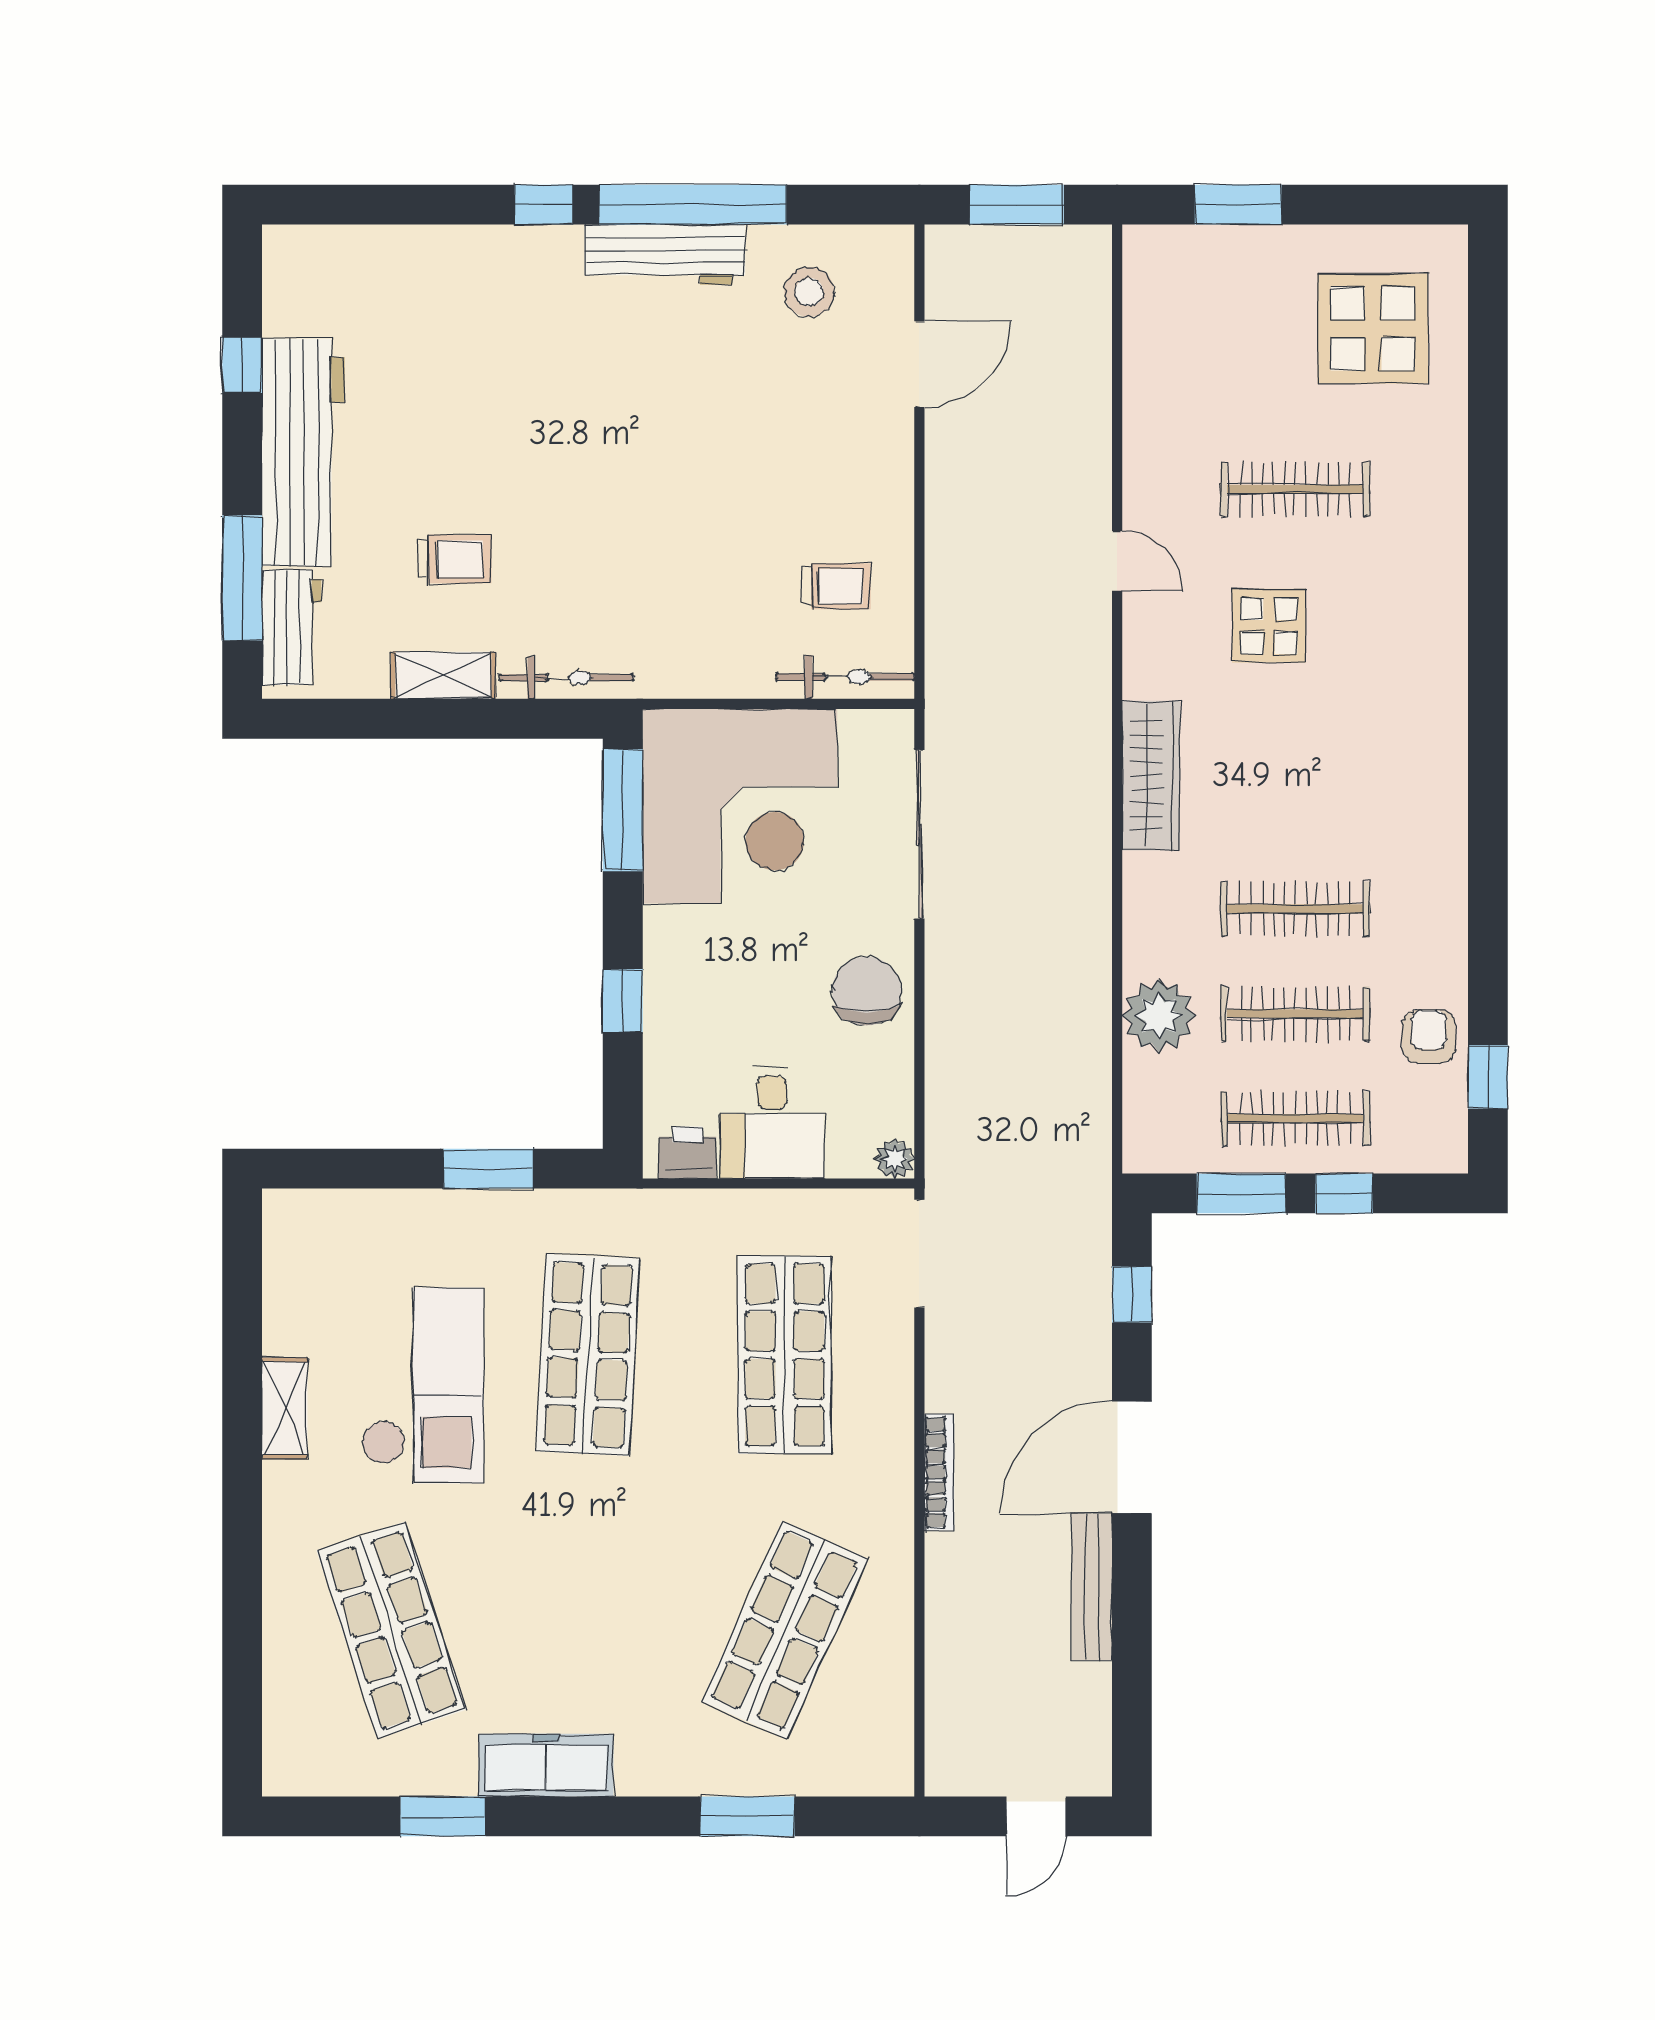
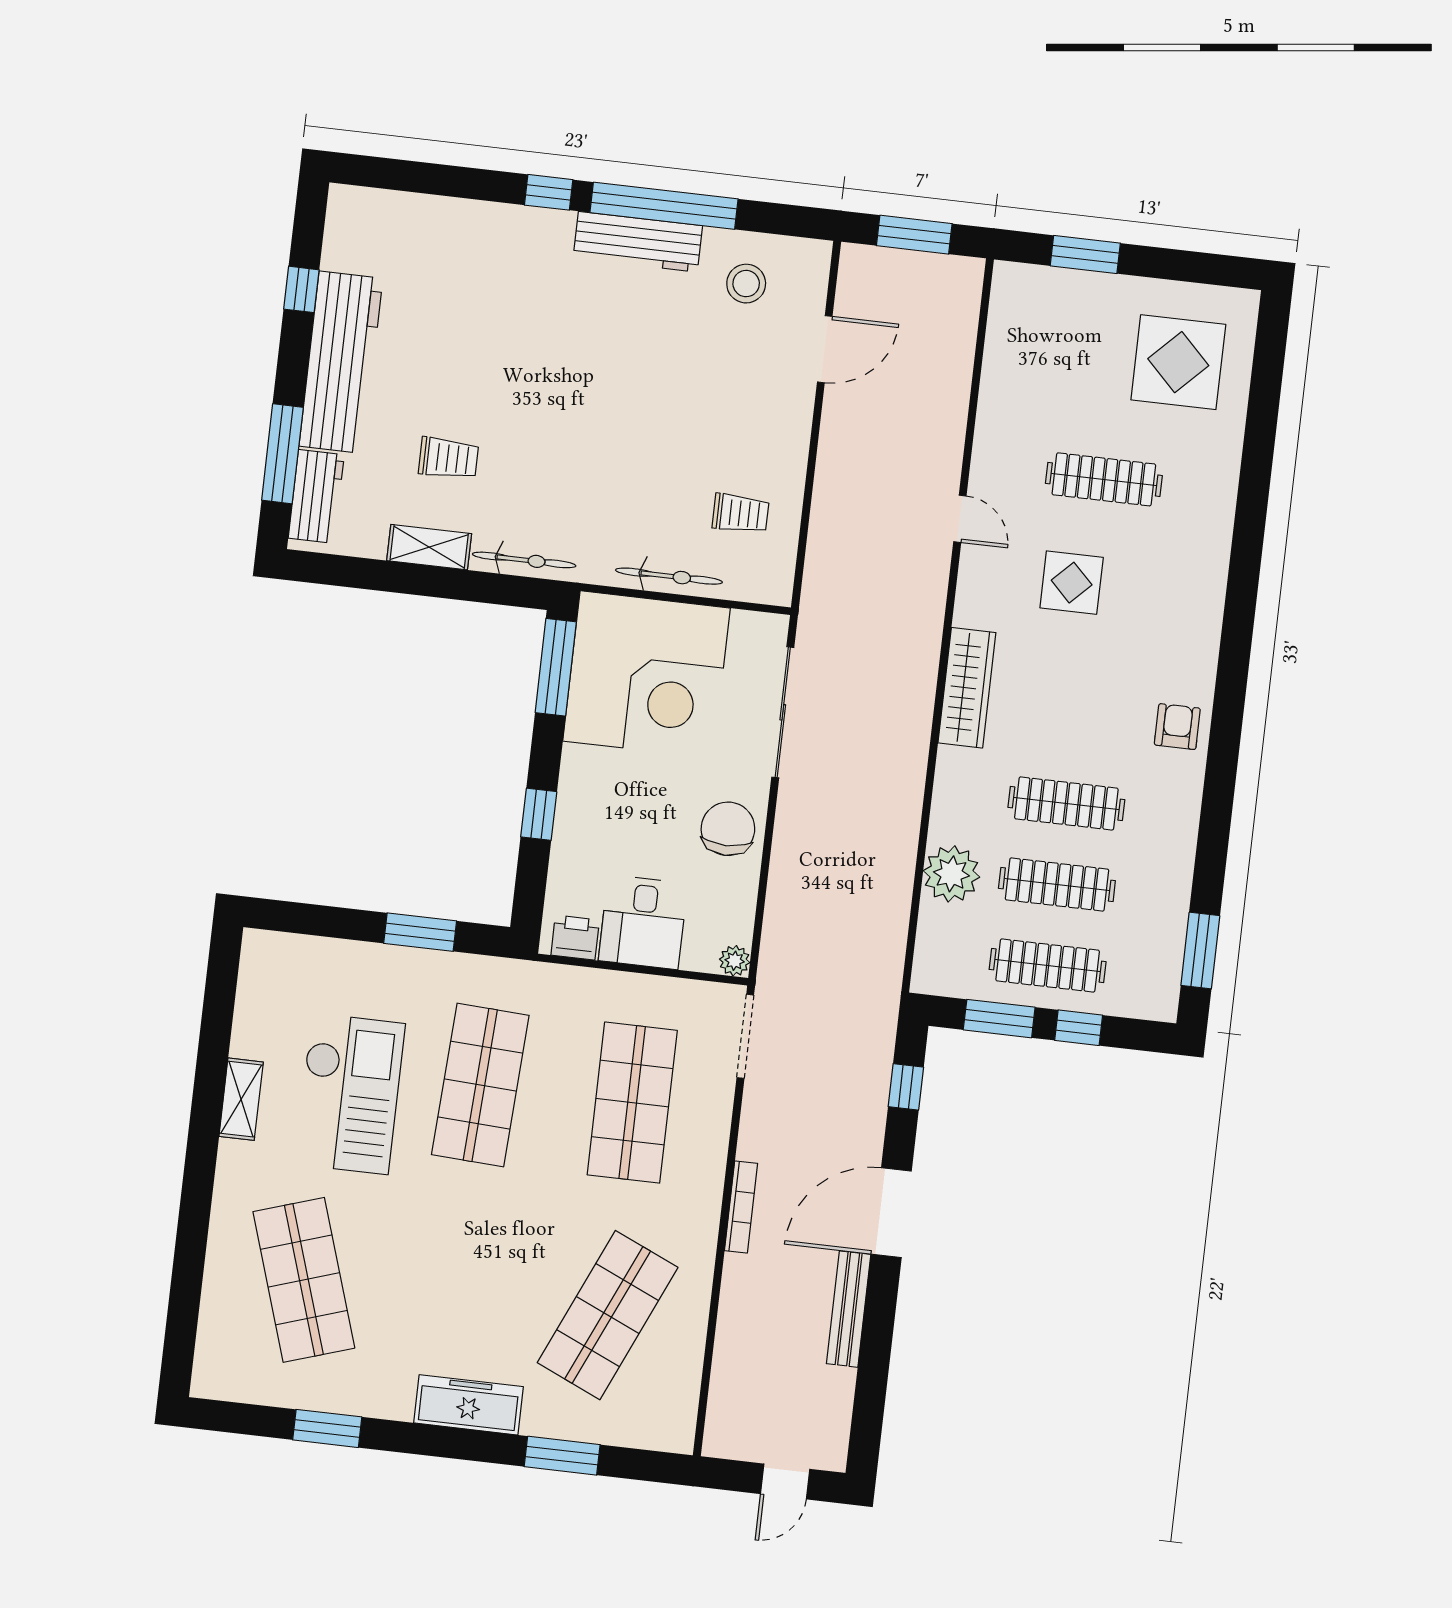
bicycle: (845, 677) -> (669, 576), moved
armchair: (1429, 1036) -> (1177, 727), moved
window: (1488, 1077) -> (1200, 951), width x1.50
freezer: (546, 1765) -> (469, 1405), moved

